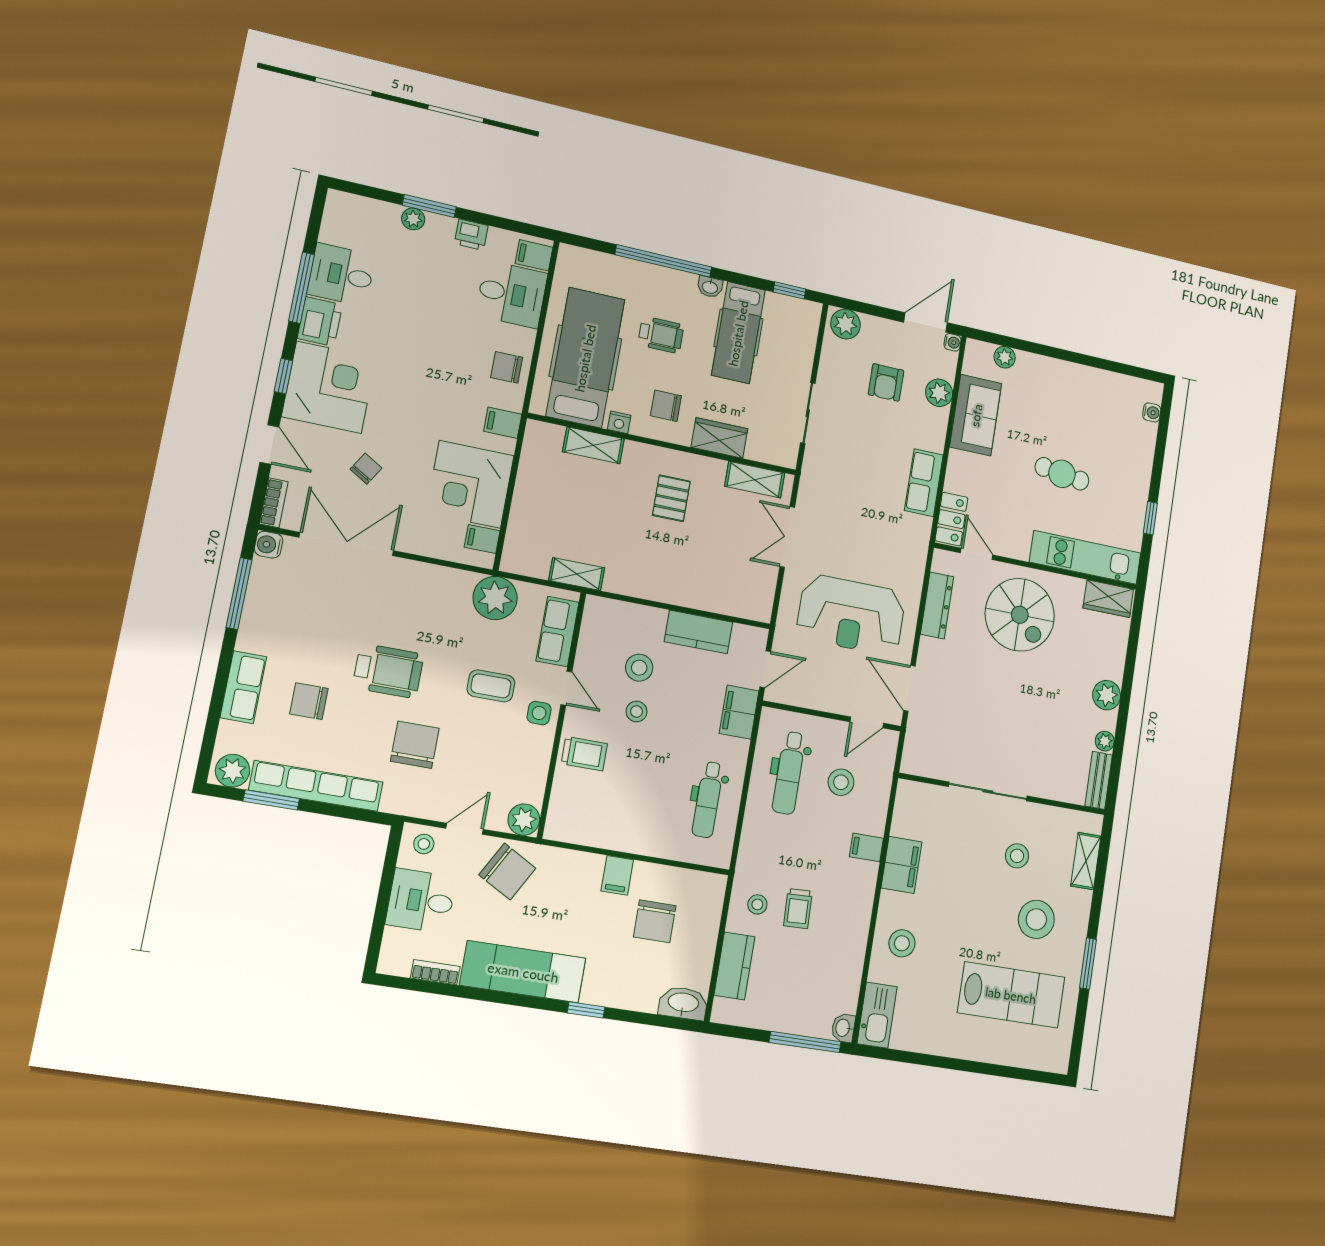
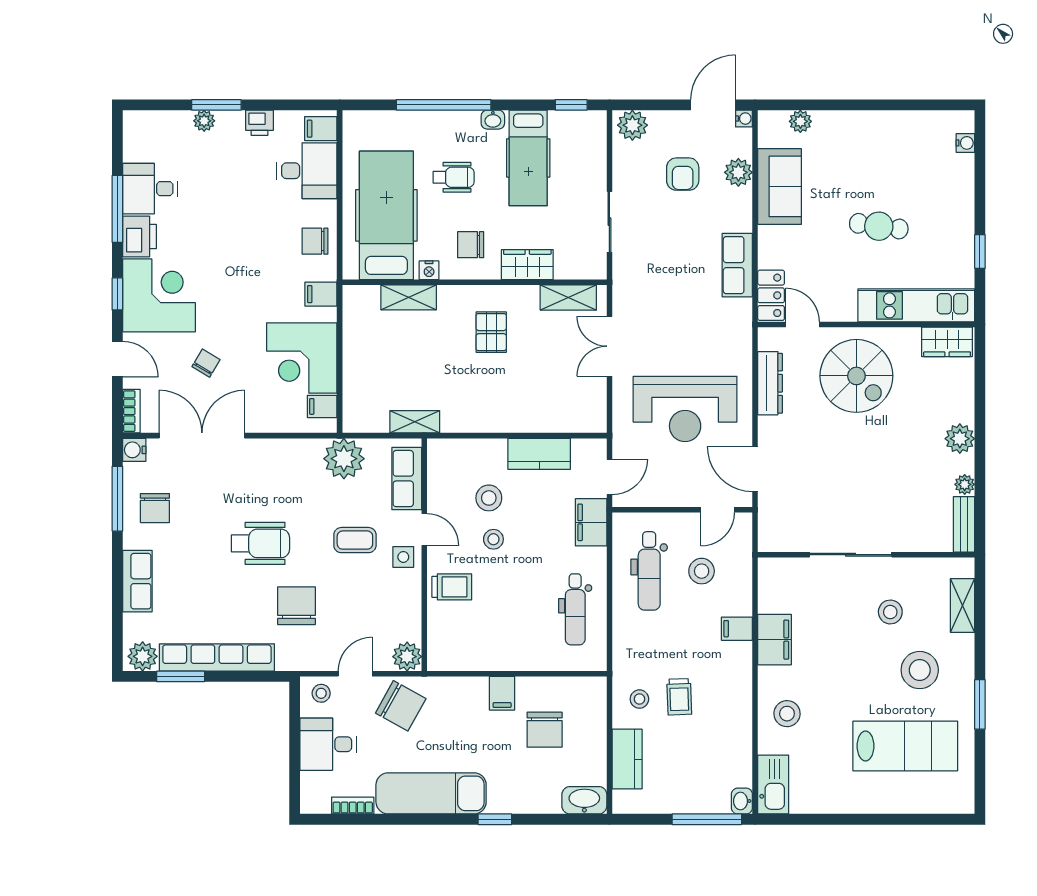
chair: (309, 701) -> (155, 508), moved, turned -90

